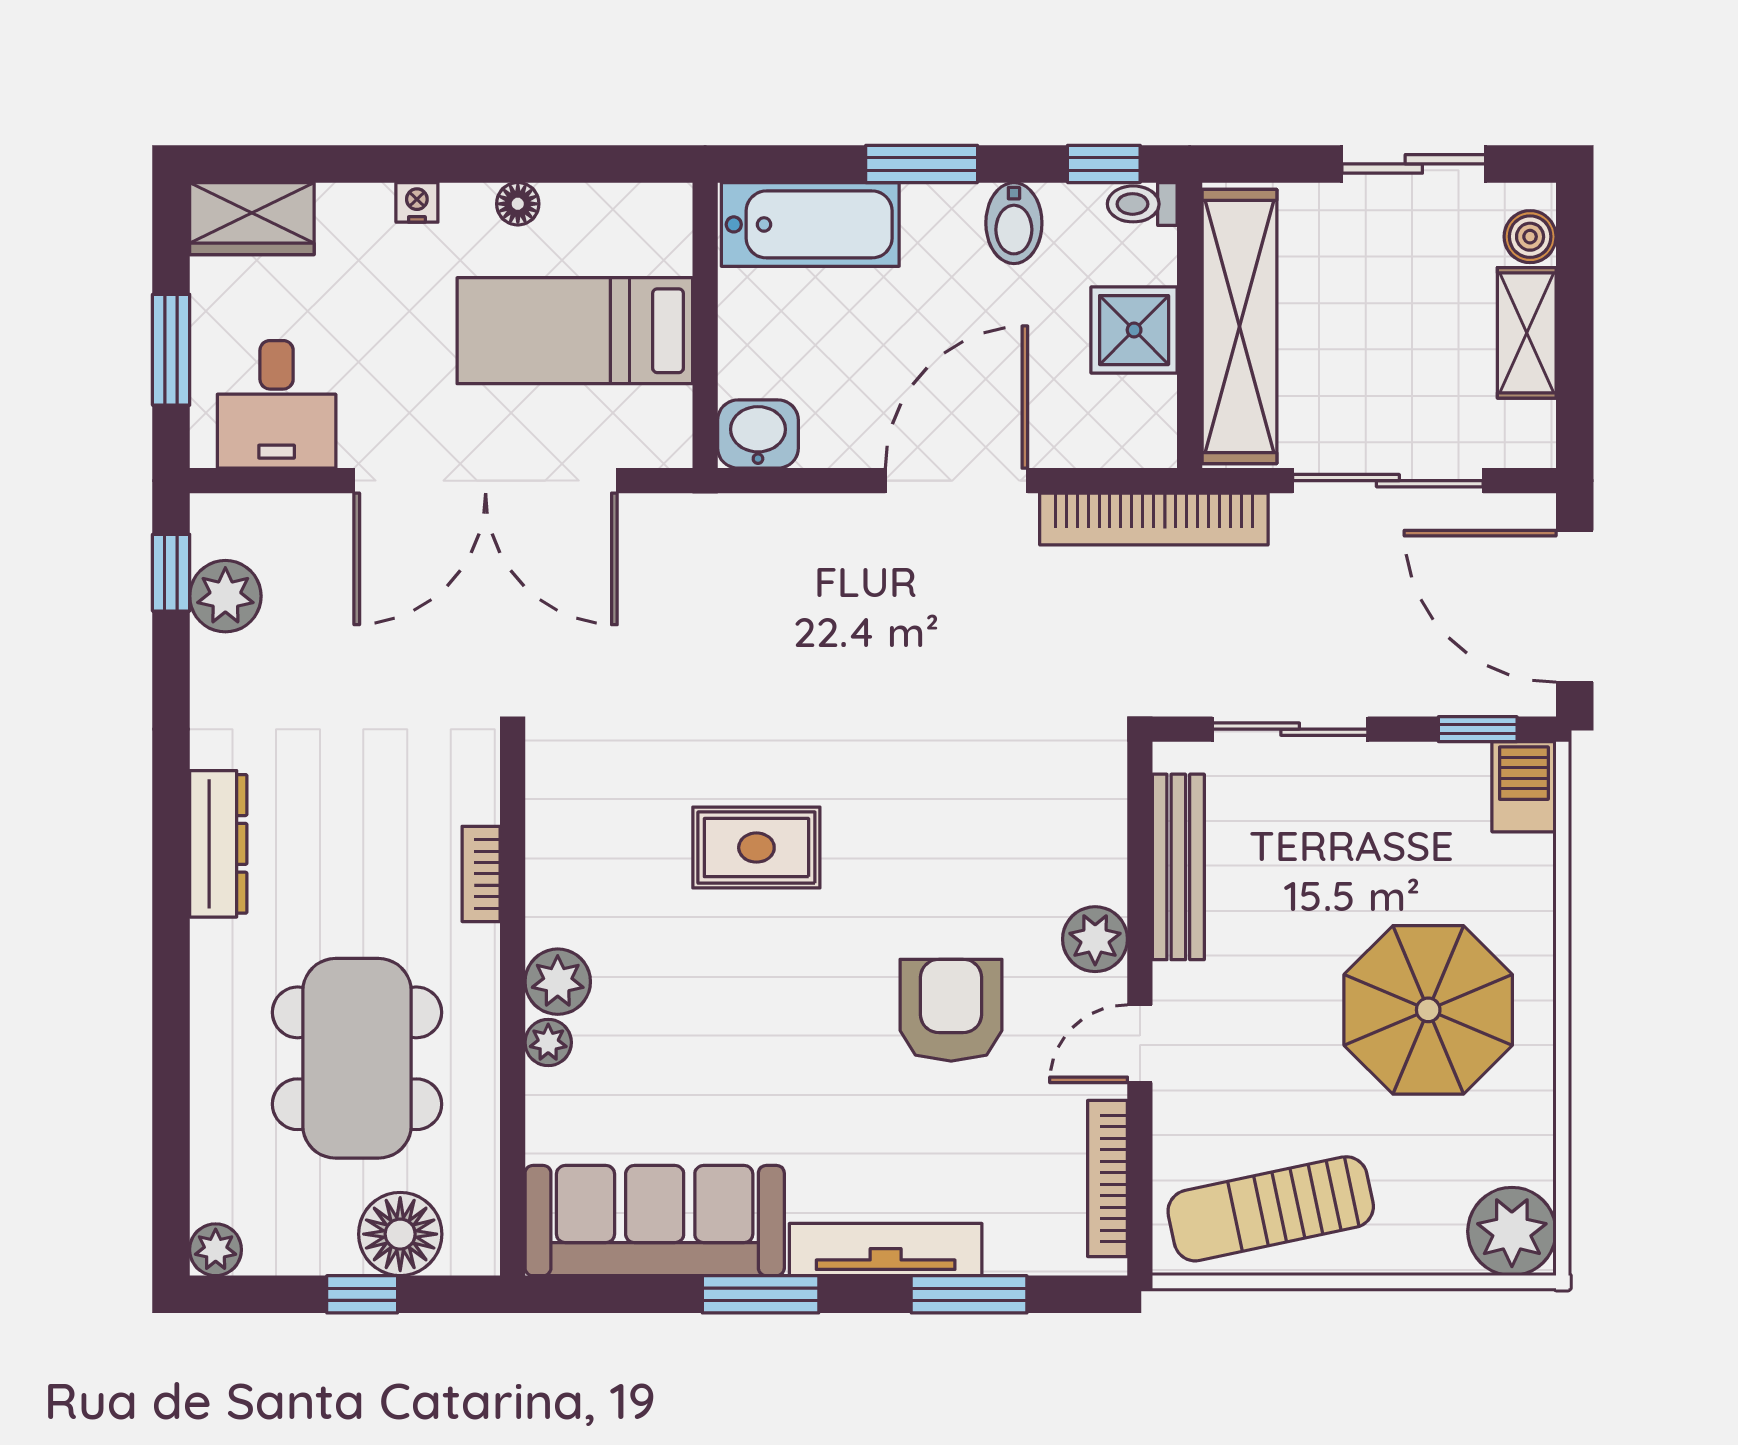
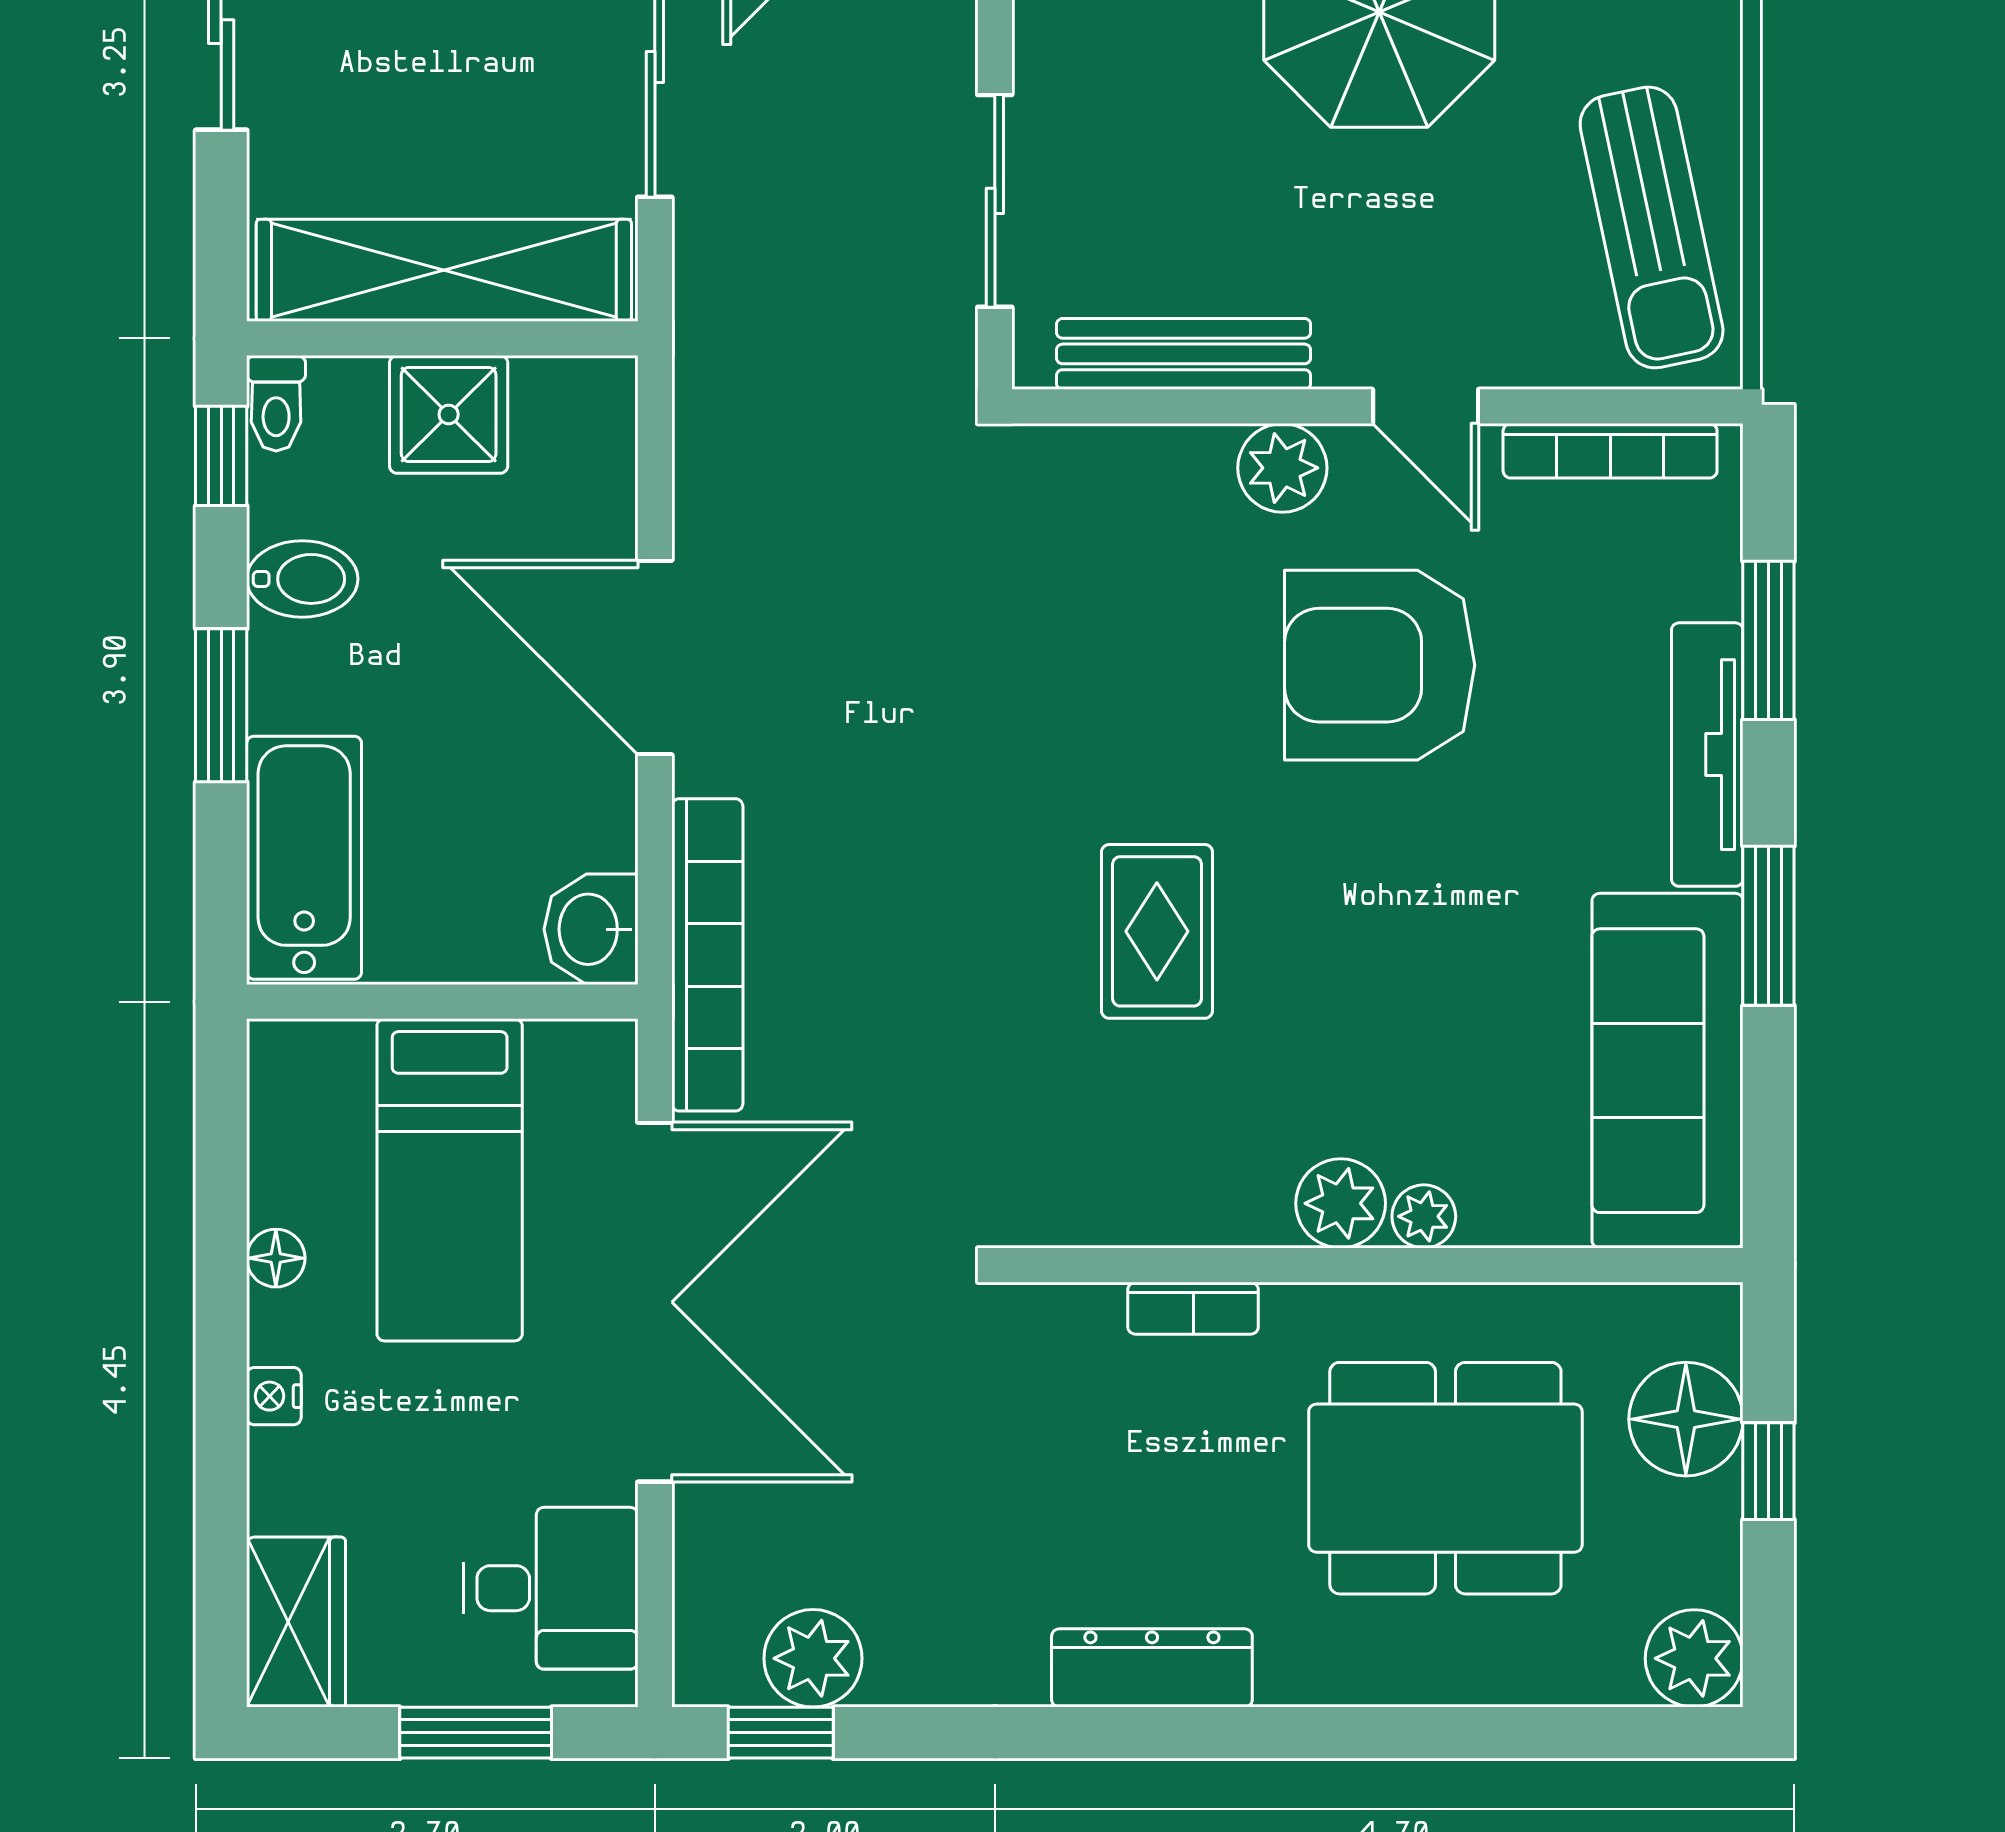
bookcase: (1154, 519) -> (707, 955), moved
armchair: (951, 1010) -> (1380, 665), width x1.36, depth x1.36
plant: (216, 1250) -> (1694, 1658), width x1.38, depth x1.38

